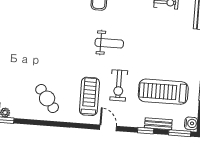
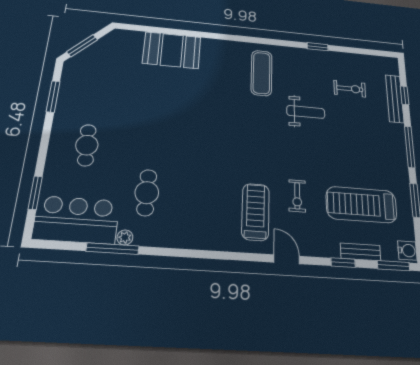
weight bench: (109, 43) -> (306, 112), moved
exercise bike: (119, 85) -> (297, 196), width x0.73, depth x0.72
cafe table: (47, 98) -> (147, 193), moved, turned 38

